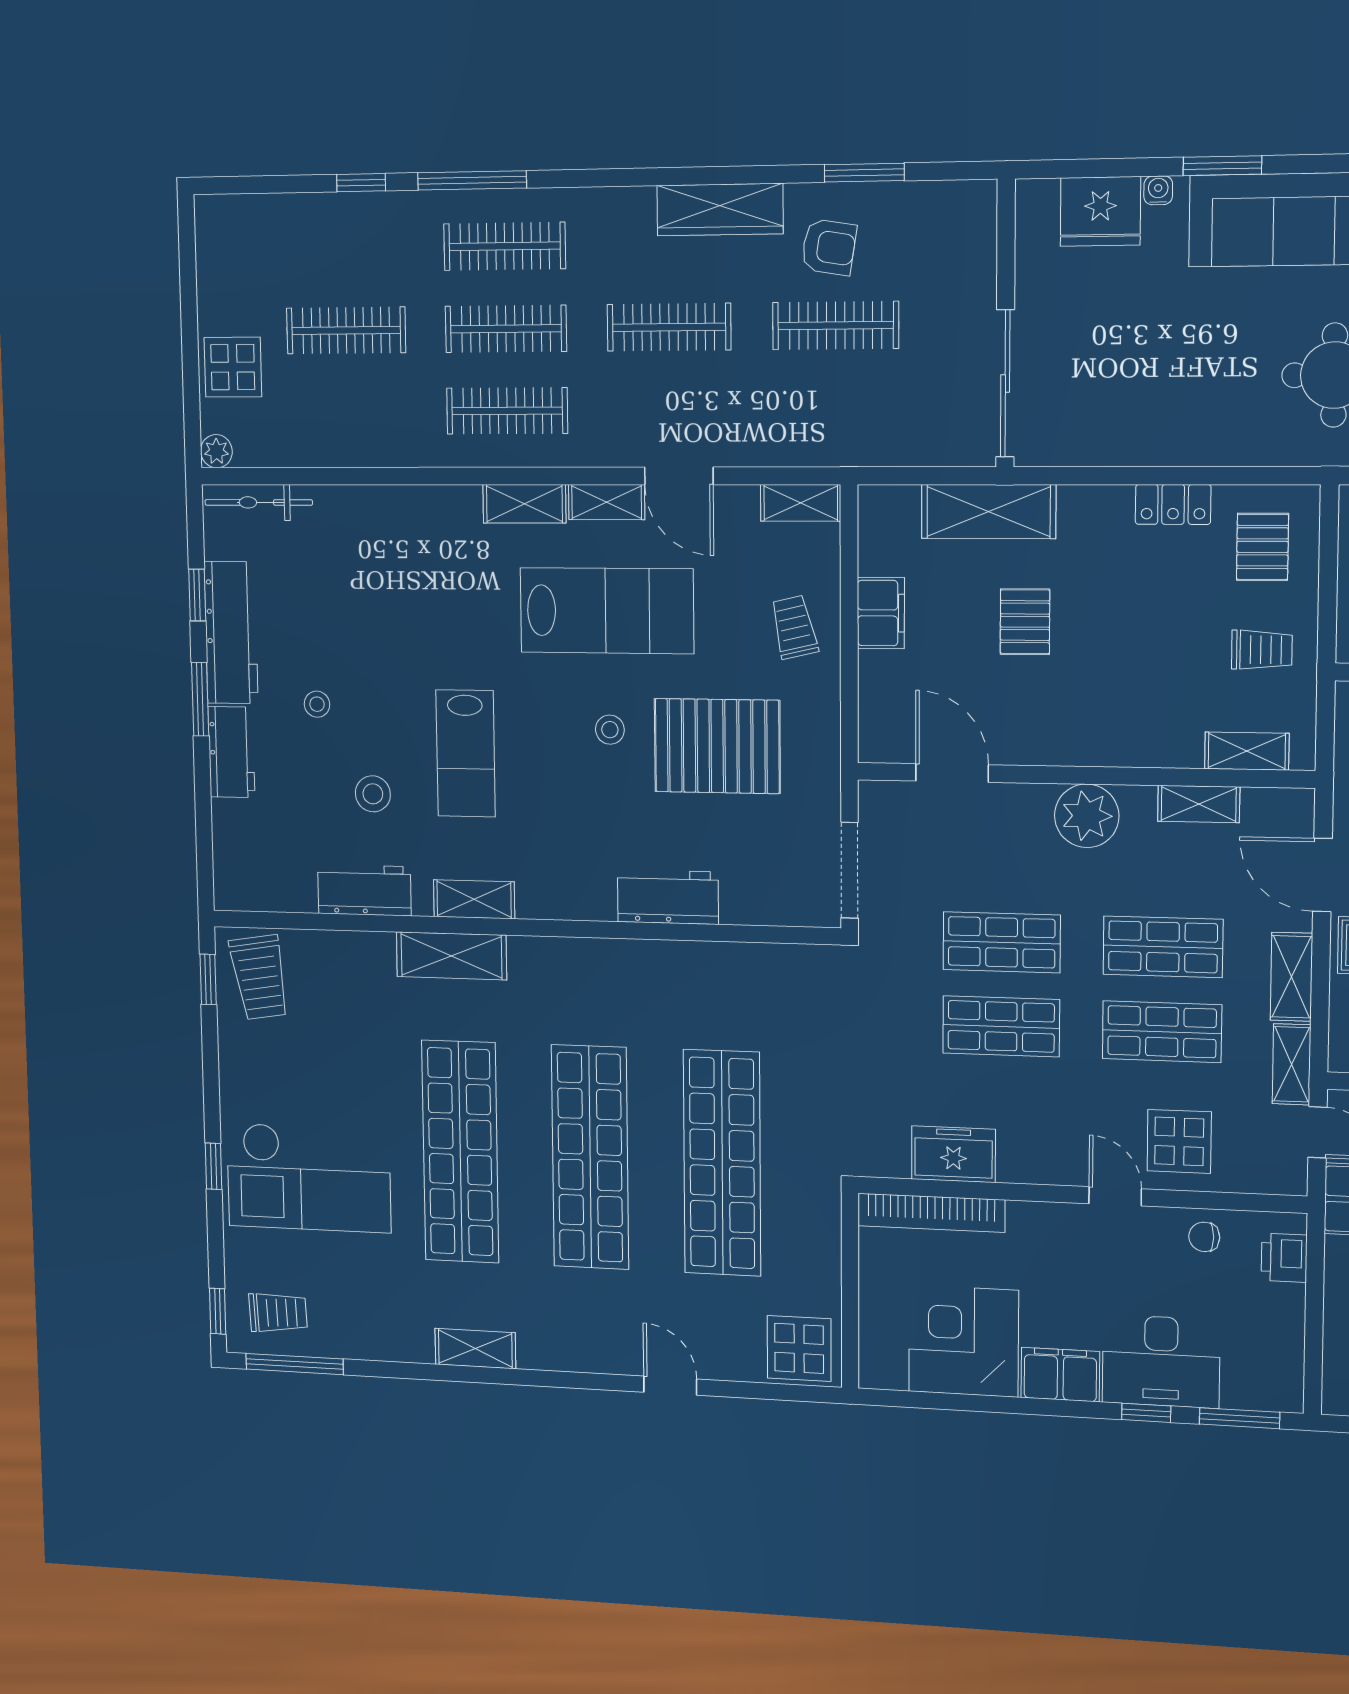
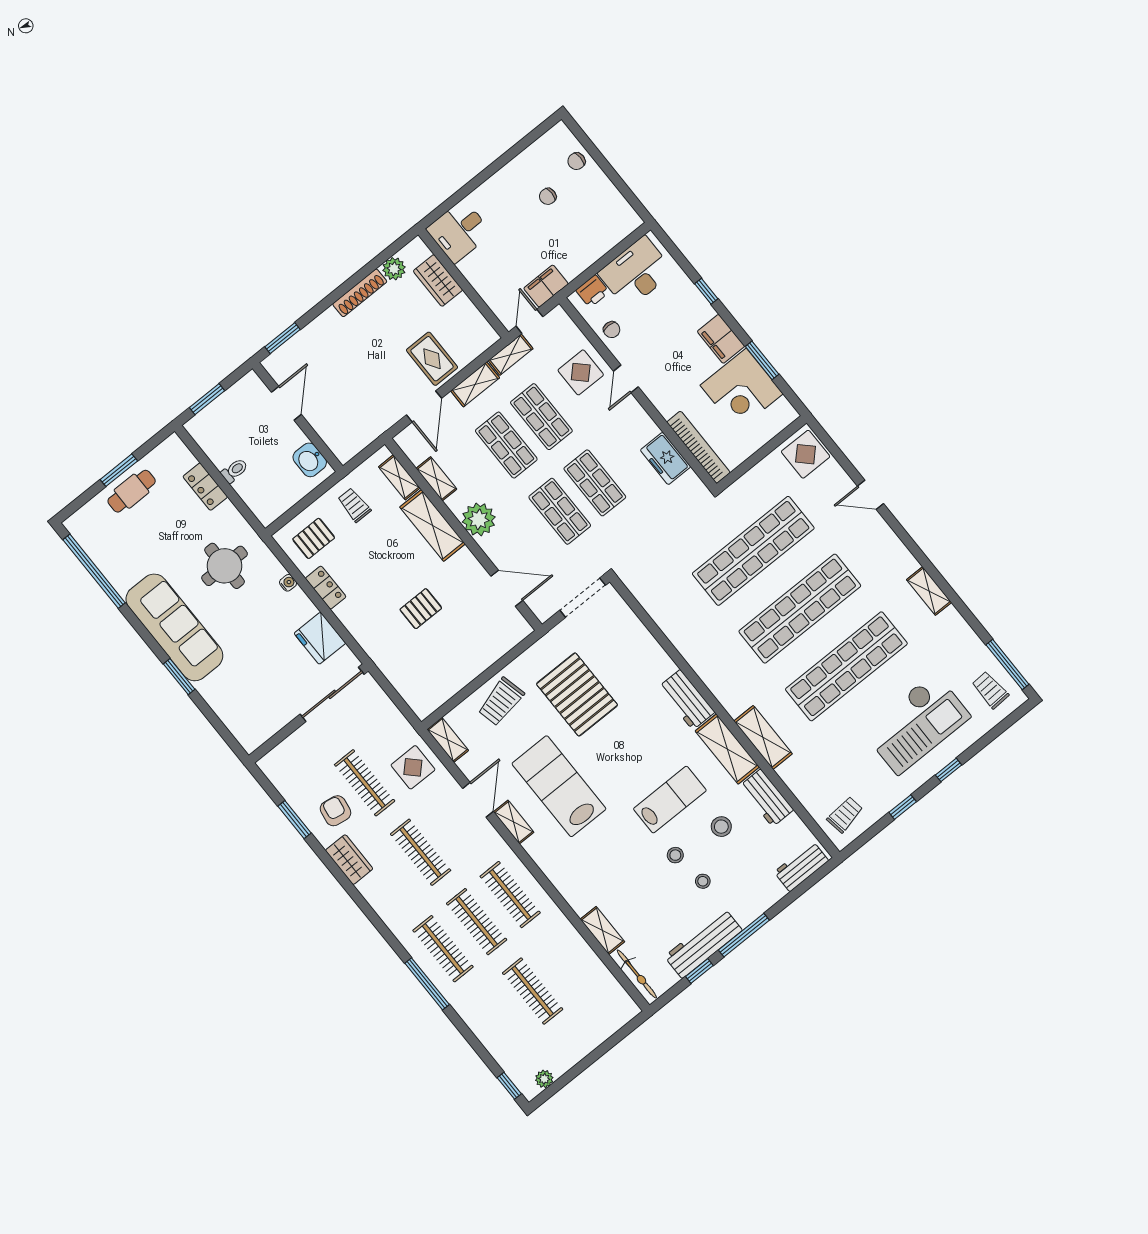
window: (361, 183) -> (509, 1086), moved
water cooler: (1158, 190) -> (288, 583), moved, turned 180
wardrobe: (720, 210) -> (349, 860), width x0.67
fridge: (1100, 211) -> (320, 638), moved, turned 180
display table: (233, 367) -> (413, 767), moved
plant: (216, 451) -> (544, 1079), moved
shelving: (524, 504) -> (602, 930), moved
shelving: (989, 512) -> (433, 525), moved
filing cabinet: (881, 613) -> (466, 670), removed
trolley: (794, 627) -> (501, 702), width x1.36, depth x1.39
window: (200, 699) -> (744, 935), width x1.44
stool: (610, 730) -> (675, 855), moved
workbench: (231, 752) -> (801, 866), moved
door: (952, 773) -> (507, 588), swing flipped
workbench: (668, 897) -> (687, 700), moved
shelving: (474, 899) -> (727, 749), width x1.50, depth x1.33
trolley: (260, 977) -> (845, 815), width x0.73, depth x0.72
window: (208, 979) -> (903, 807), moved
checkout: (309, 1178) -> (916, 724), turned 90
window: (218, 1311) -> (1014, 717), removed
desk: (1161, 1361) -> (636, 272), moved, turned -90
door: (670, 1386) -> (871, 495), hinge flipped
window: (1240, 1418) -> (762, 360), moved

